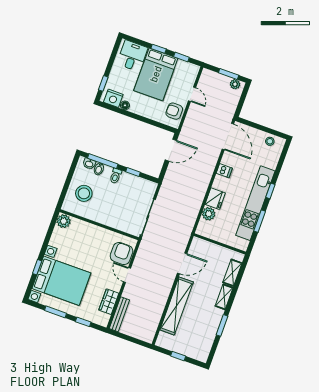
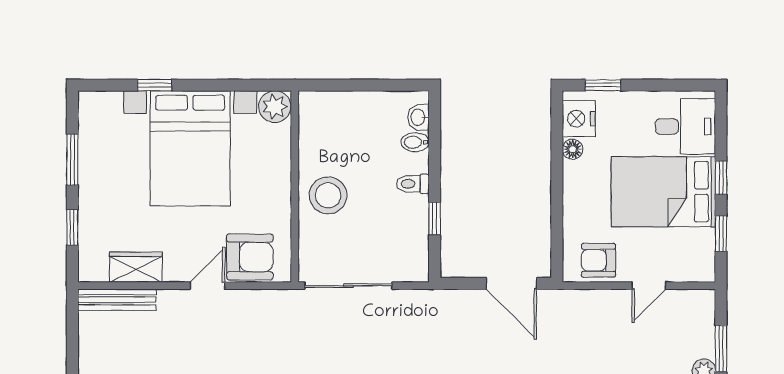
armchair: (174, 111) -> (598, 260), turned -90
window: (103, 161) -> (435, 145), removed
stool: (84, 193) -> (328, 195), moved
bed with nightstands: (61, 281) -> (190, 148), moved

